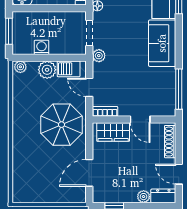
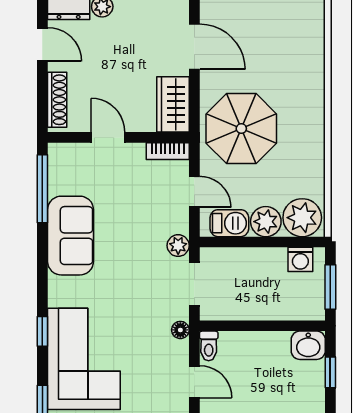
sofa: (162, 43) -> (71, 236), moved
washing machine: (41, 47) -> (300, 259), moved
plant: (20, 67) -> (302, 218), width x1.88, depth x1.88
wardrobe: (113, 132) -> (173, 104), moved, turned -90
door: (89, 173) -> (194, 47), hinge flipped

